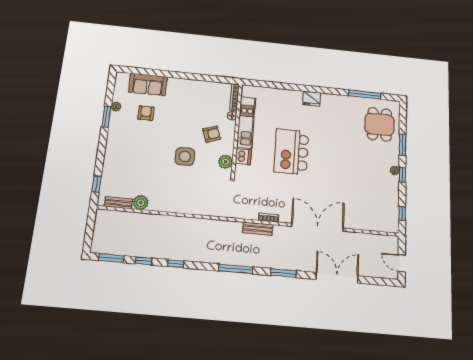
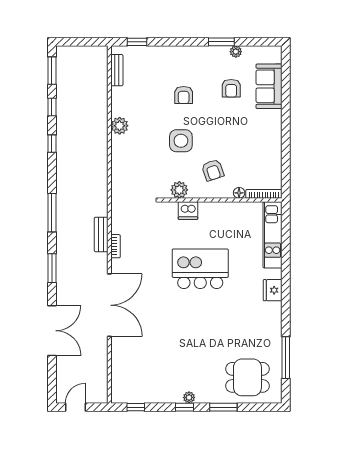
armchair: (146, 113) -> (231, 88), turned 90
kitchen unit: (246, 122) -> (273, 235), moved, turned 90
armchair: (147, 151) -> (184, 95), added
plant: (141, 203) -> (120, 126), moved

